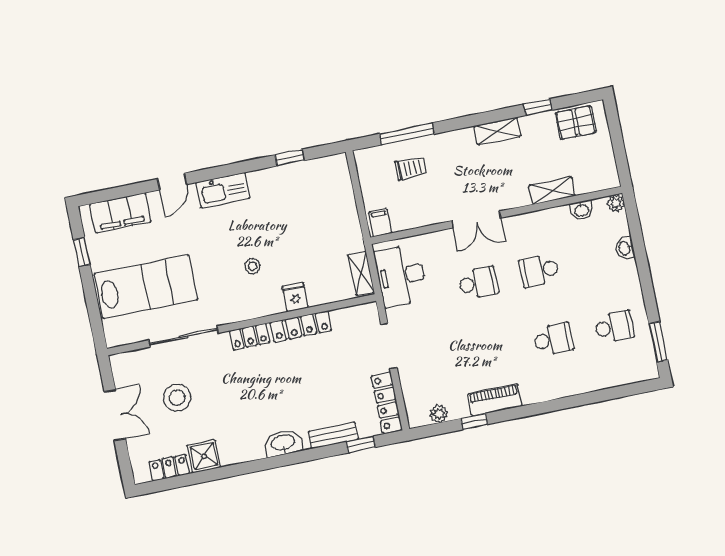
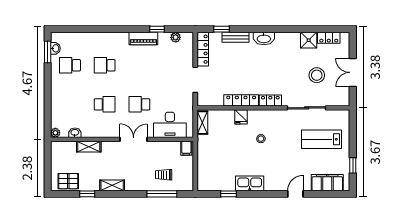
kitchen sink: (223, 190) -> (250, 183), moved
washbasin: (625, 248) -> (55, 48), moved
desk: (401, 276) -> (170, 125), moved, turned 90
lab bench: (146, 287) -> (322, 139), width x0.73, depth x0.72

